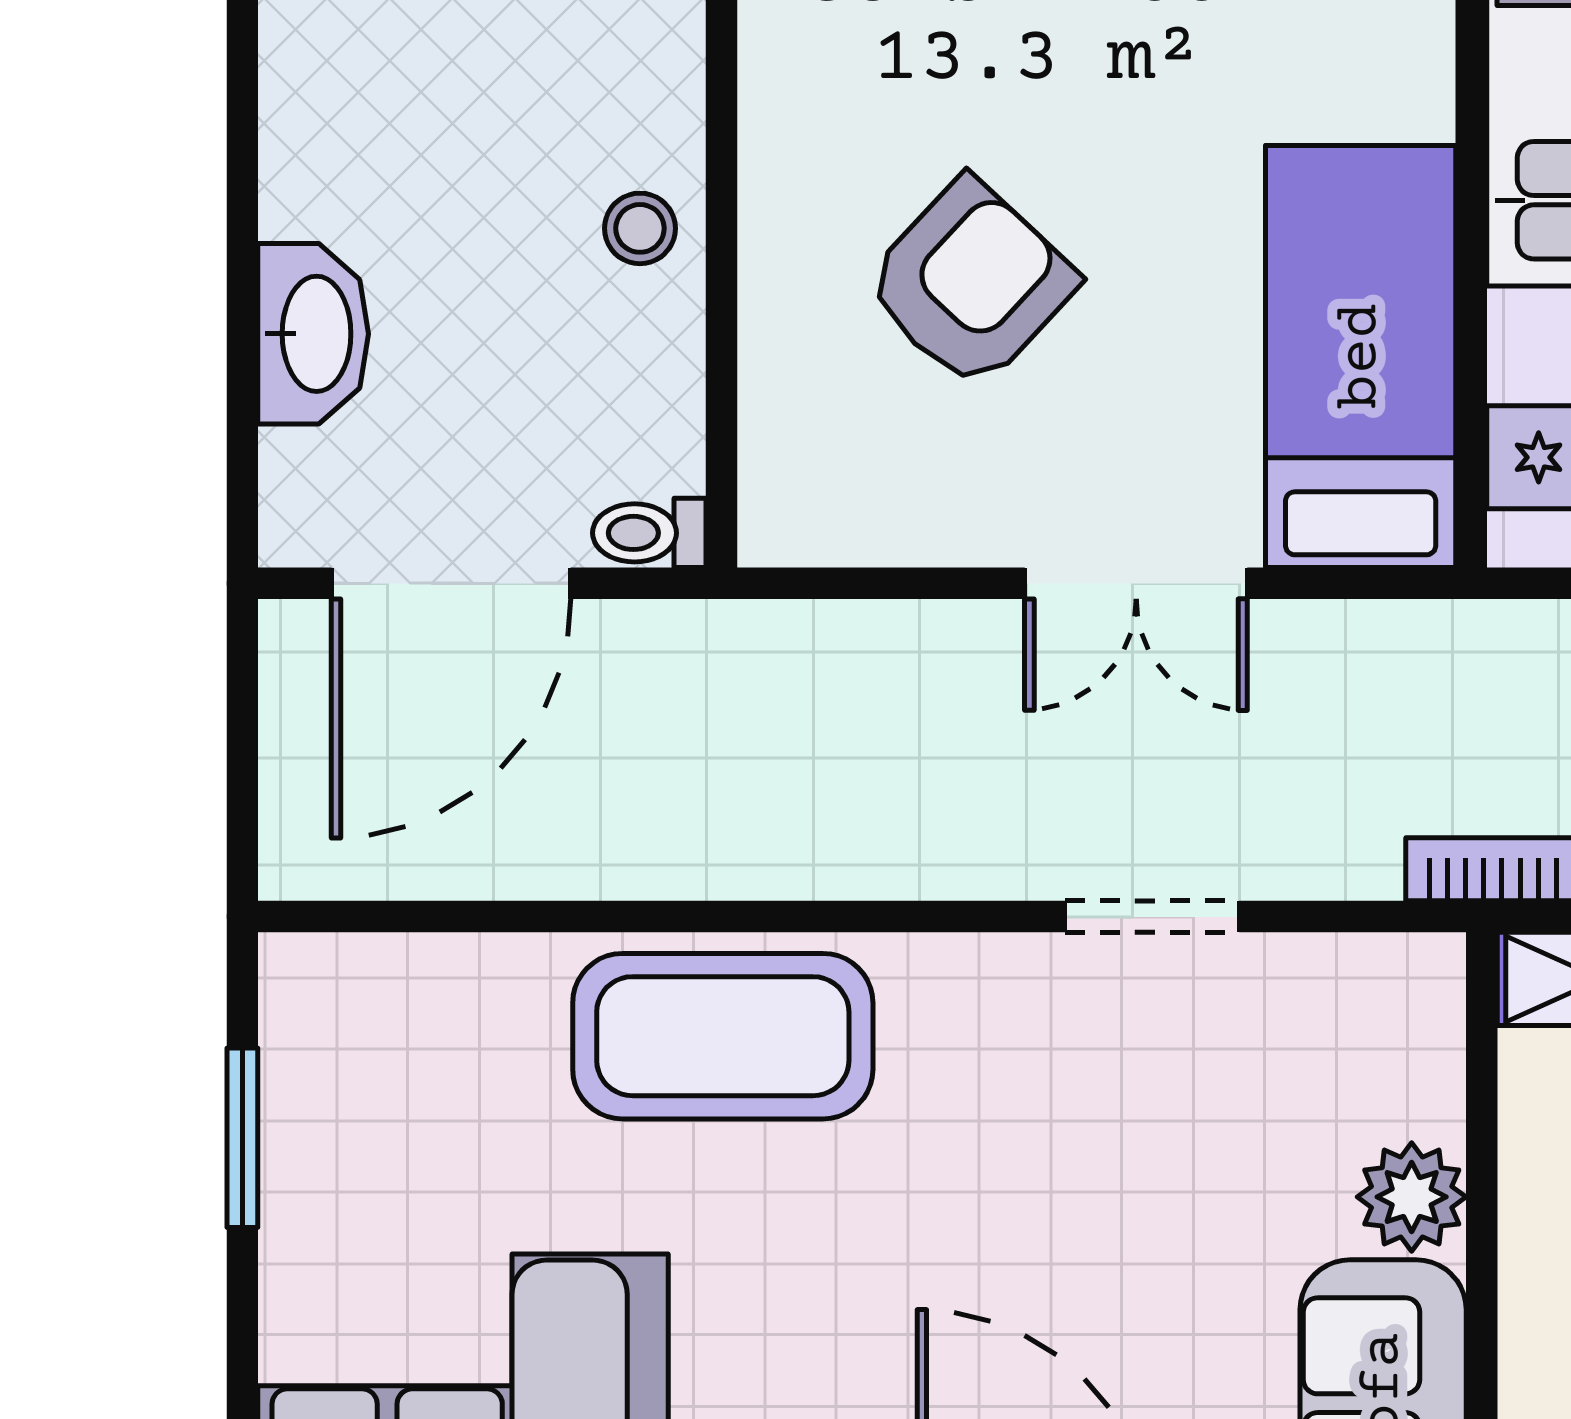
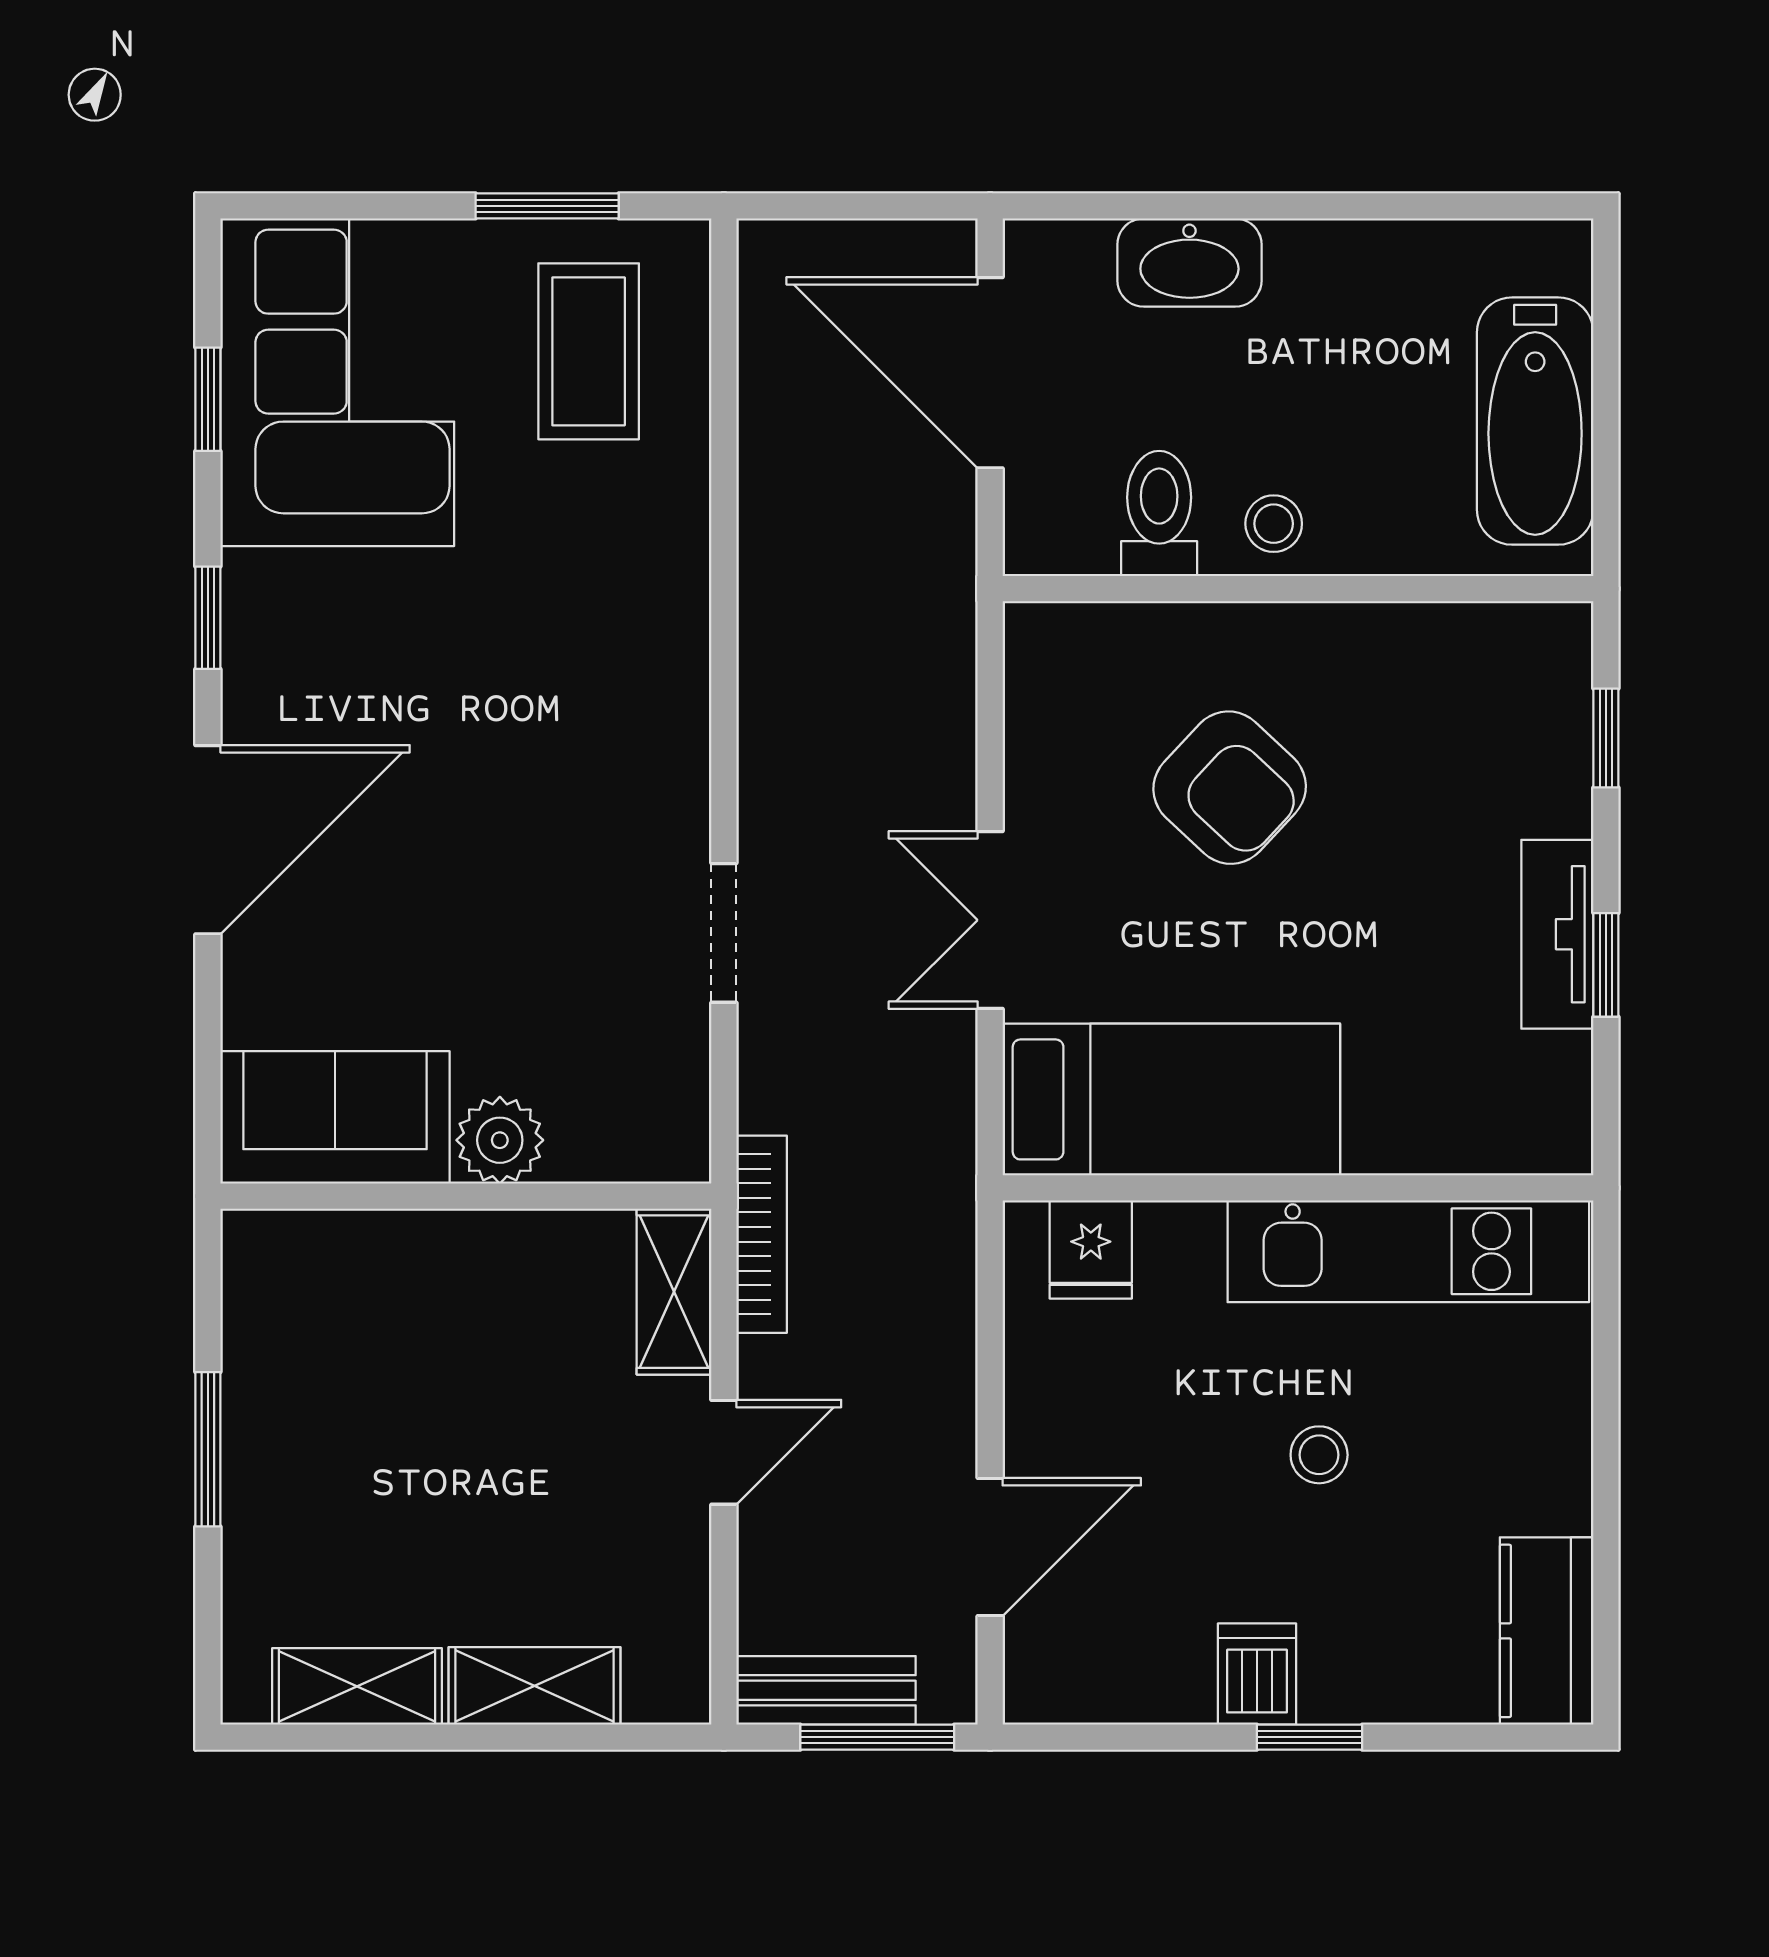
toilet: (649, 533) -> (1159, 514), moved, width x1.37, depth x1.39
coffee table: (723, 1036) -> (589, 351), moved, width x0.73, depth x0.76

